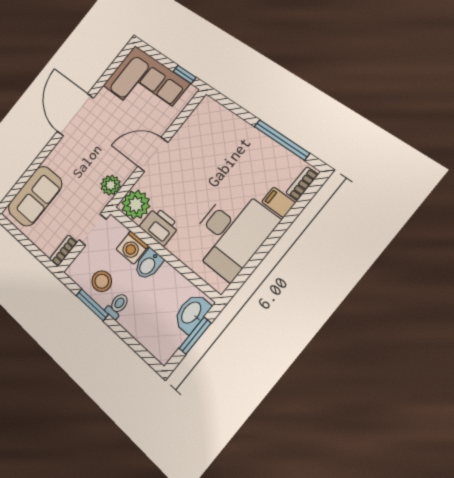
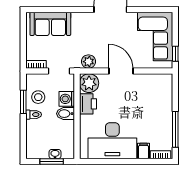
washbasin: (192, 313) -> (55, 154), width x0.52, depth x0.69

